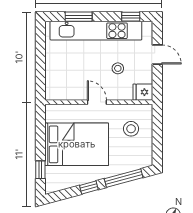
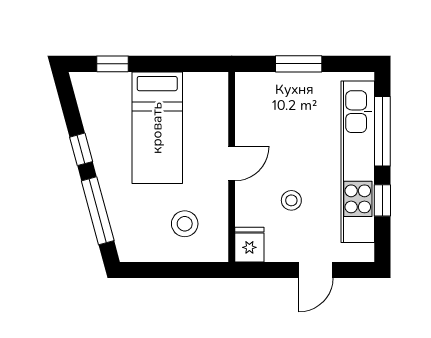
window: (79, 17) -> (382, 131), width x1.44
window: (131, 17) -> (382, 200), moved
window: (40, 64) -> (299, 64), added
bed: (77, 144) -> (157, 128), width x0.67

